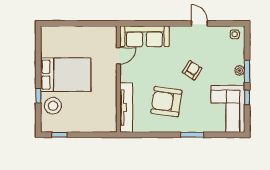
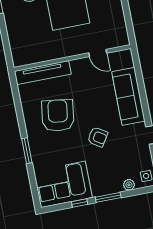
sofa: (144, 36) -> (128, 96), moved
plant: (240, 71) -> (129, 185), moved

